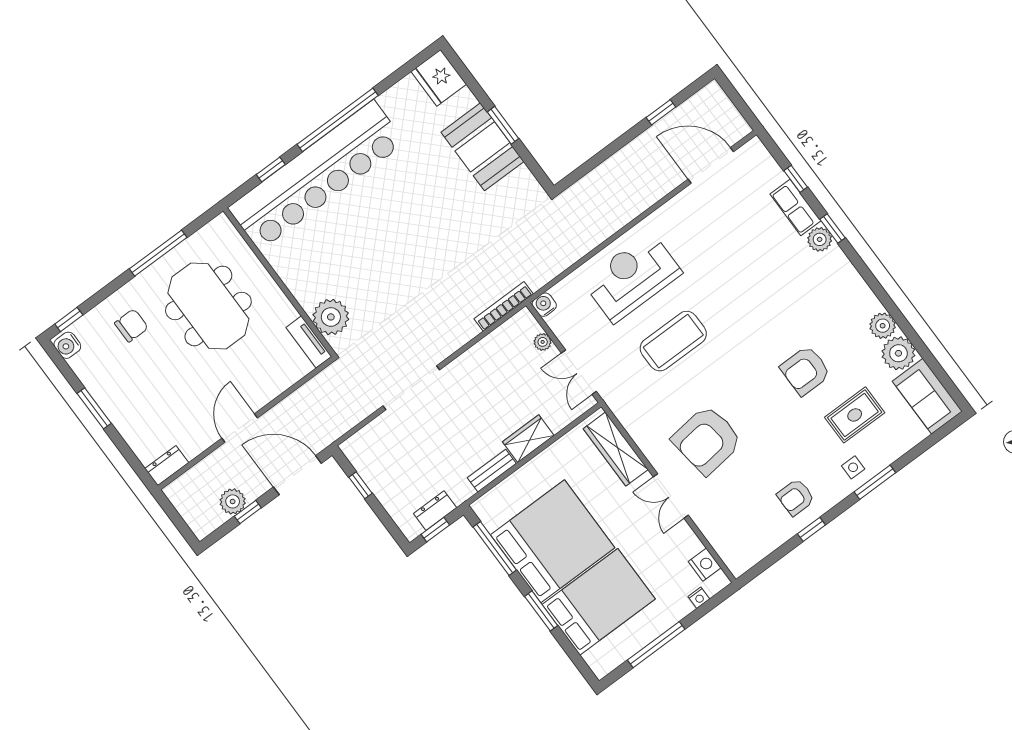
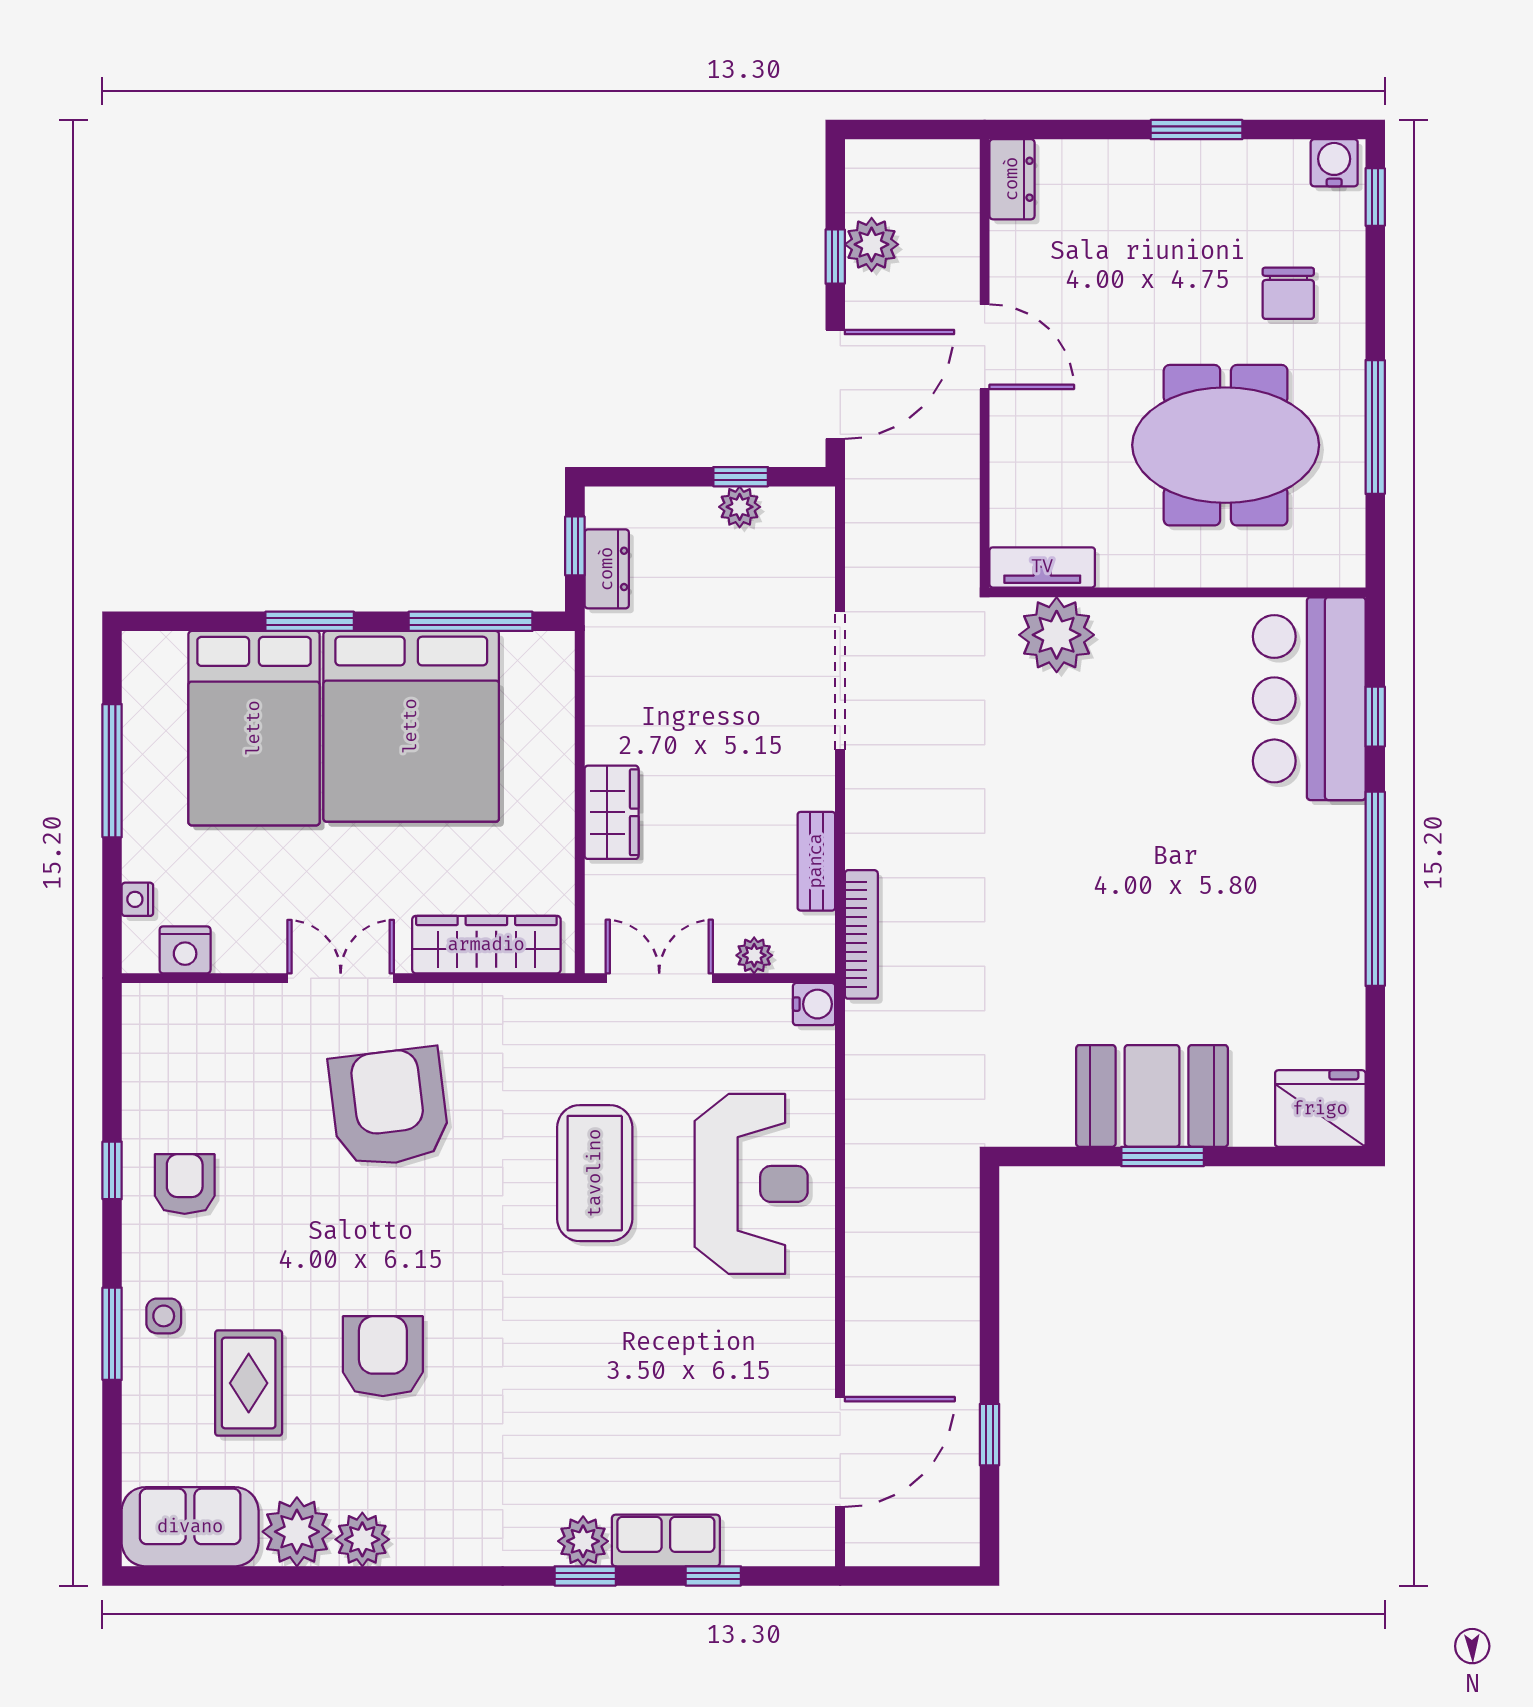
bar counter: (317, 175) -> (1309, 699), width x0.54
bench: (492, 471) -> (816, 861), moved
plant: (373, 477) -> (740, 507), added

